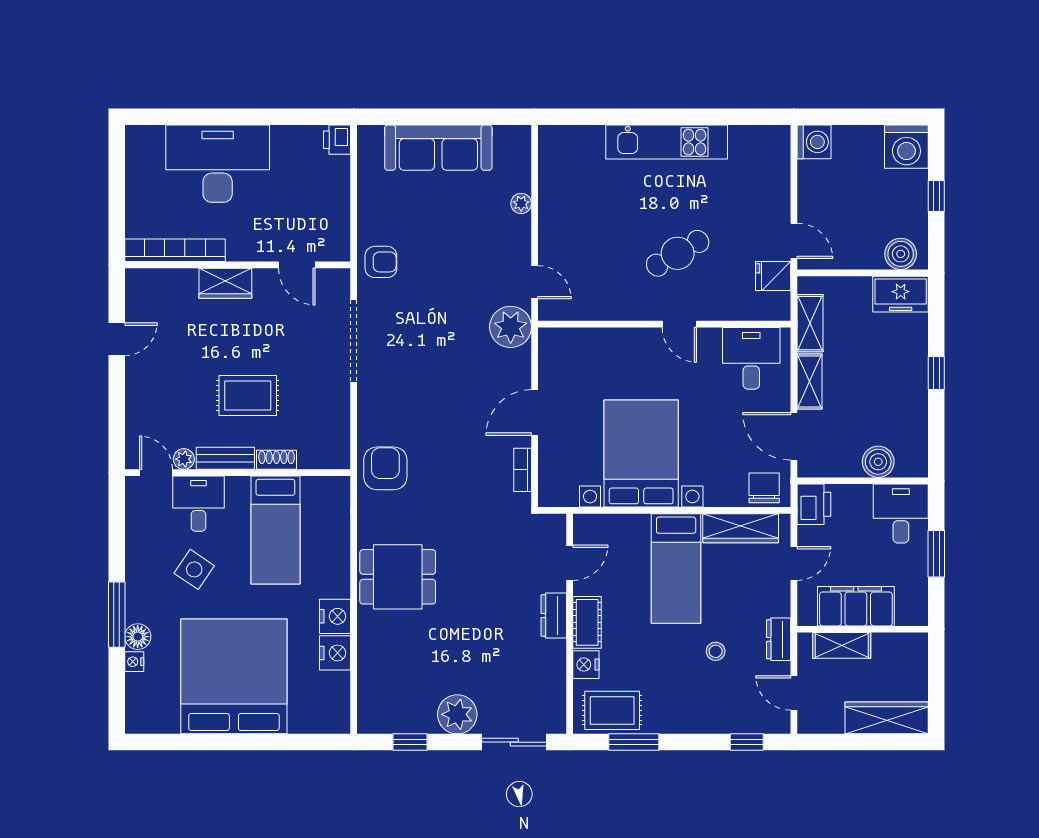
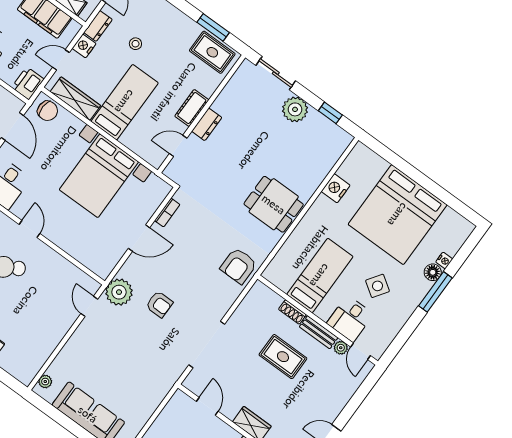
plant: (521, 203) -> (45, 382), moved
armchair: (381, 262) -> (159, 304), moved, turned 180
chair: (764, 488) -> (48, 111), turned -88
nightstand: (335, 616) -> (322, 207), removed
nightstand: (586, 665) -> (84, 46), moved, turned 180

